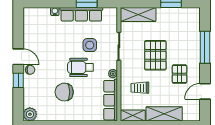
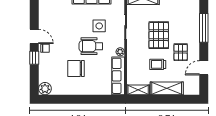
trolley: (140, 88) -> (158, 64), moved

